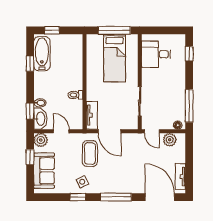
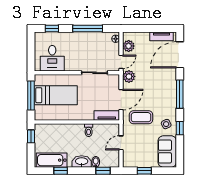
window: (52, 30) -> (31, 136), moved
window: (189, 106) -> (88, 29), moved
washbasin: (40, 119) -> (82, 162), moved
plant: (41, 140) -> (129, 76), moved
sofa: (44, 171) -> (167, 152), moved, turned -90

